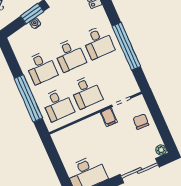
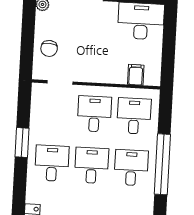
window: (126, 46) -> (22, 143), width x0.47
window: (28, 98) -> (162, 164), moved
filing cabinet: (109, 117) -> (136, 75), moved

